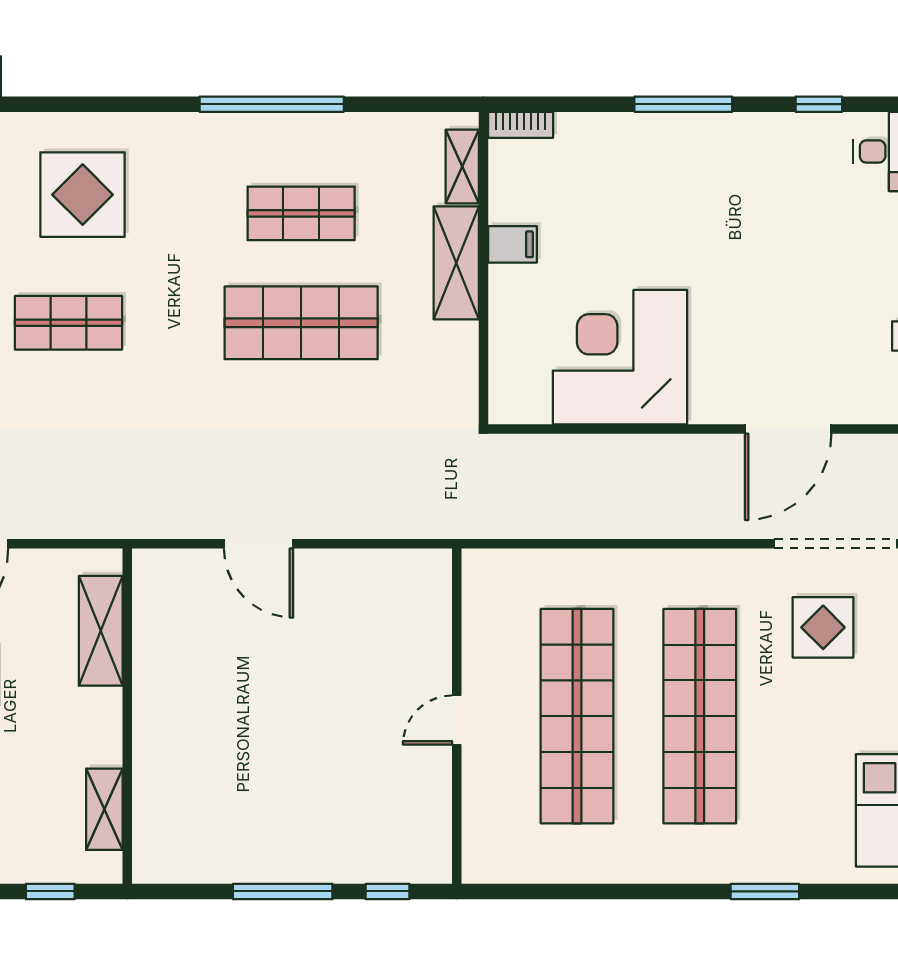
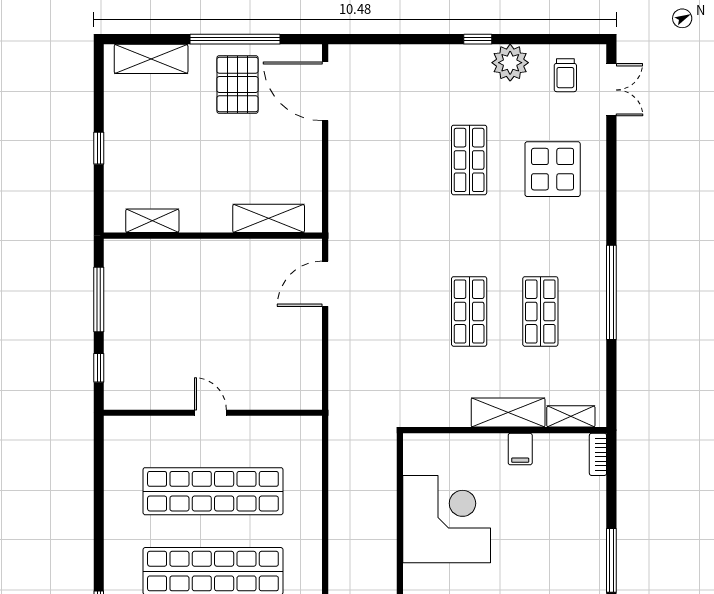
shop shelf: (301, 323) -> (469, 311), width x0.70, depth x0.74
shelving: (101, 631) -> (269, 218), moved
wall: (127, 716) -> (213, 236), moved
shelving: (104, 809) -> (152, 221), moved

